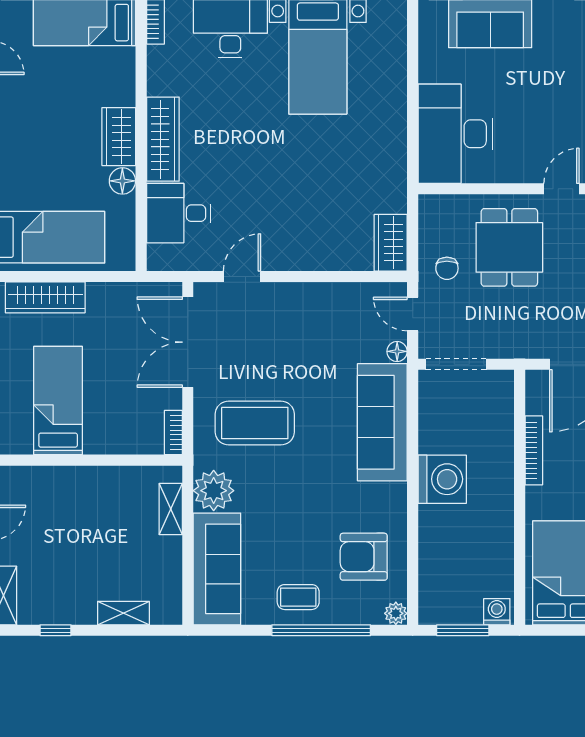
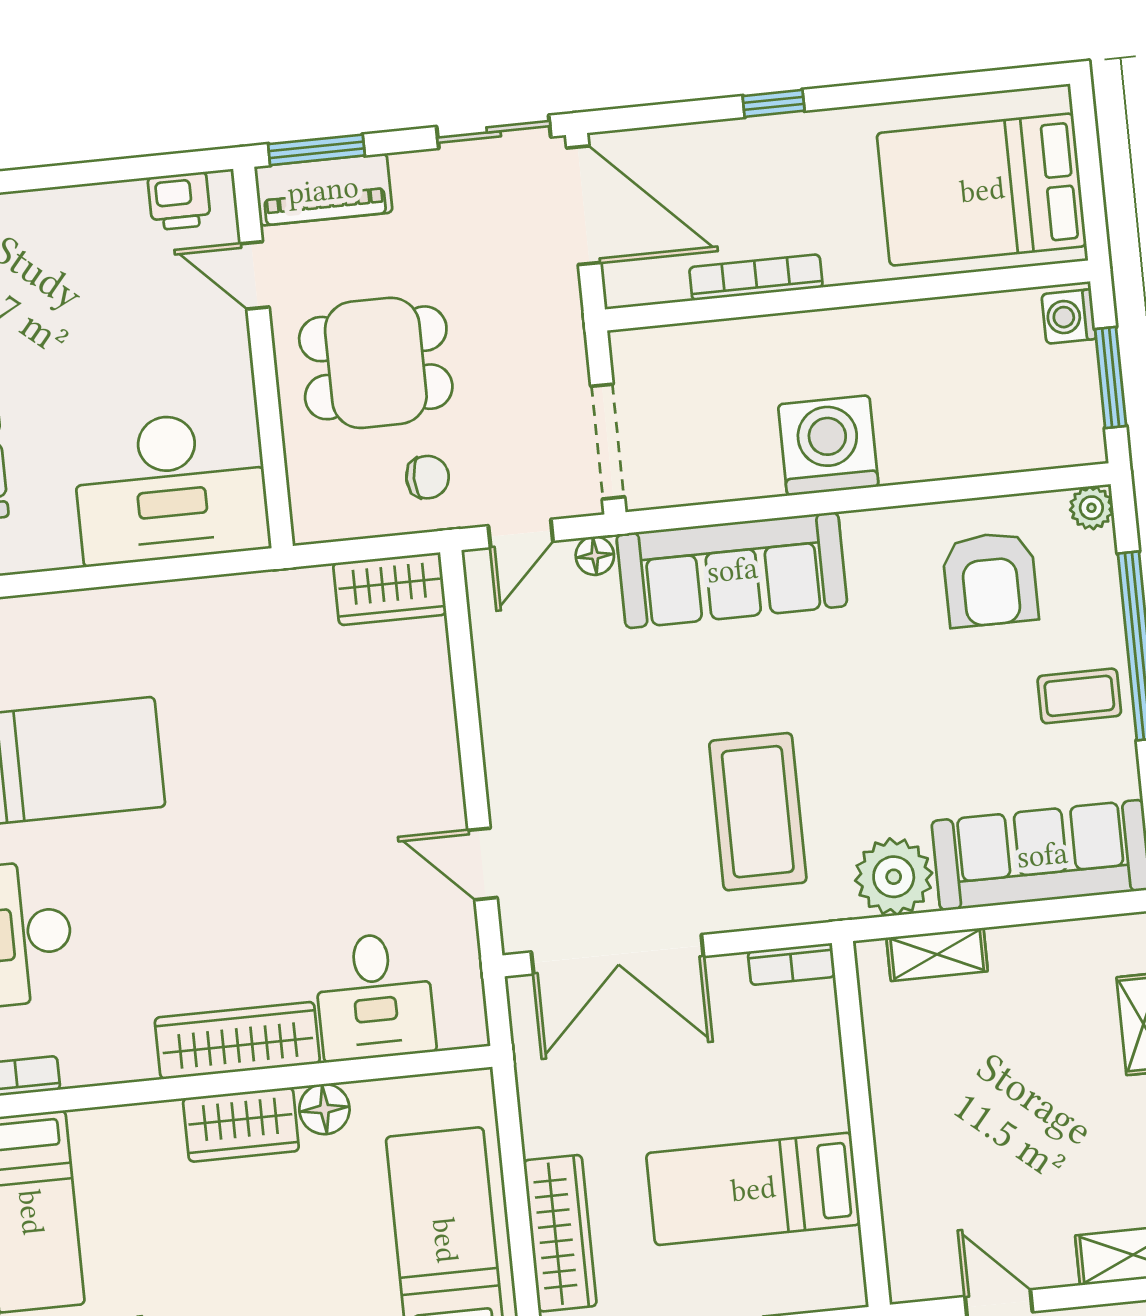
coffee table: (298, 597) -> (1079, 696), turned 90

